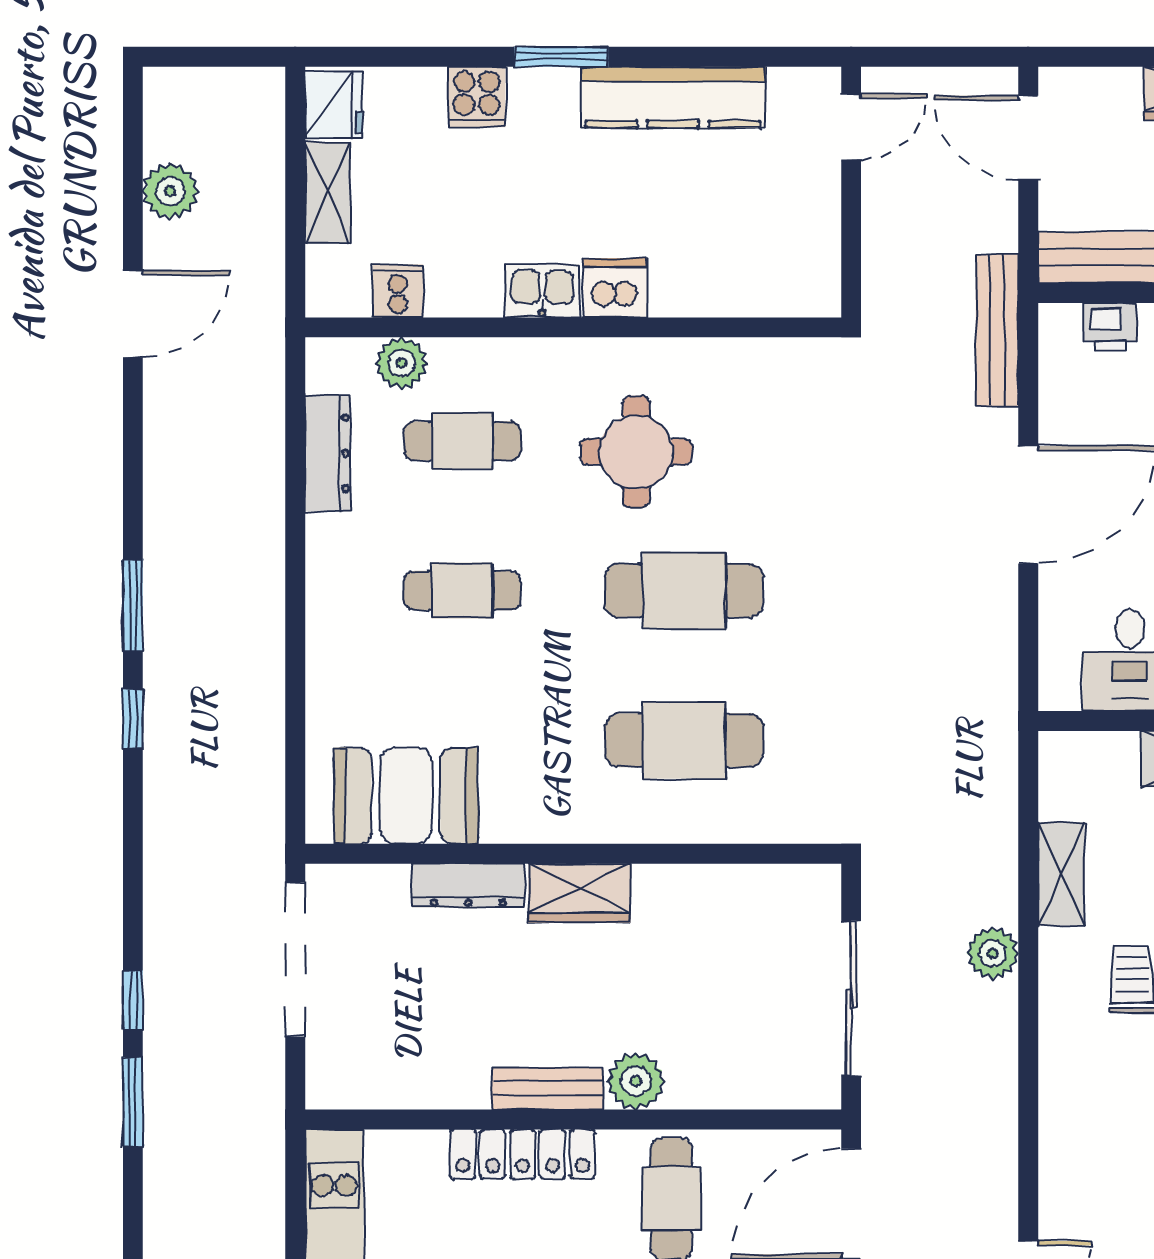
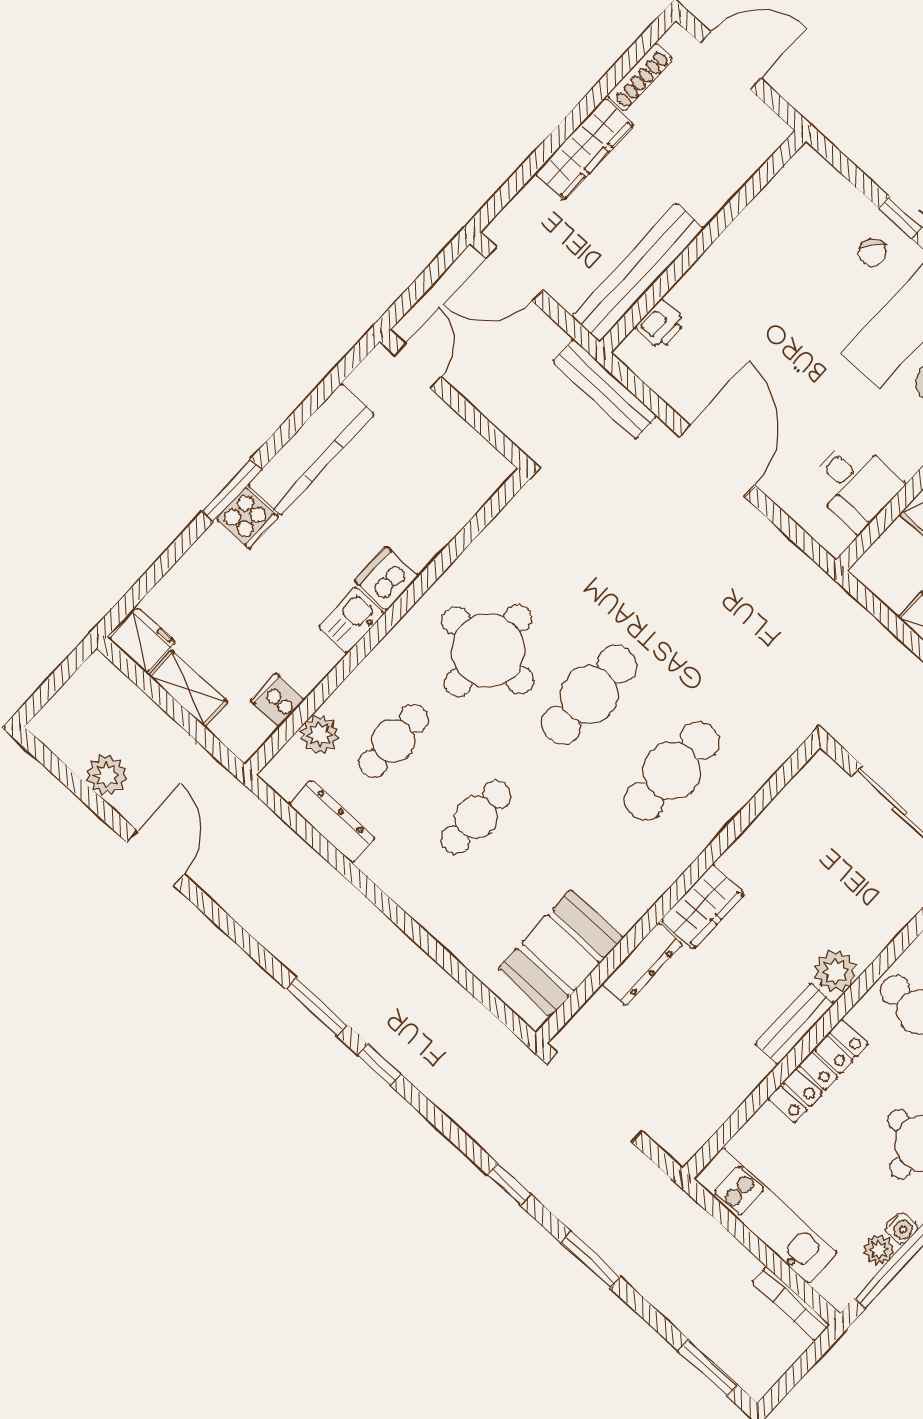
cooker: (477, 97) -> (247, 518), moved
round table: (636, 452) -> (488, 650), width x1.36, depth x1.36
window: (133, 1000) -> (509, 1184), moved

